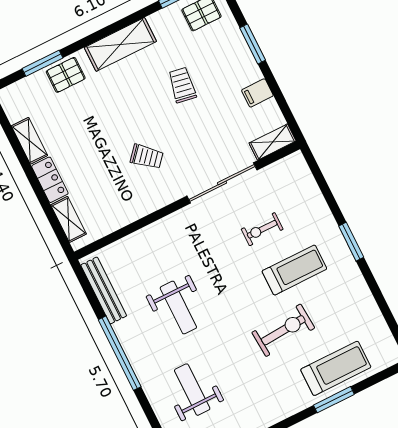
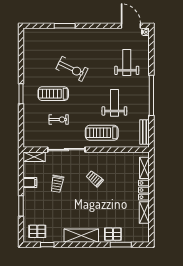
trolley: (182, 85) -> (57, 184), moved
bench: (104, 290) -> (145, 132), width x0.73
exercise bike: (283, 330) -> (72, 69), turned -150
treadmill: (336, 368) -> (102, 133), moved
weight bench: (192, 390) -> (127, 63), turned 180

